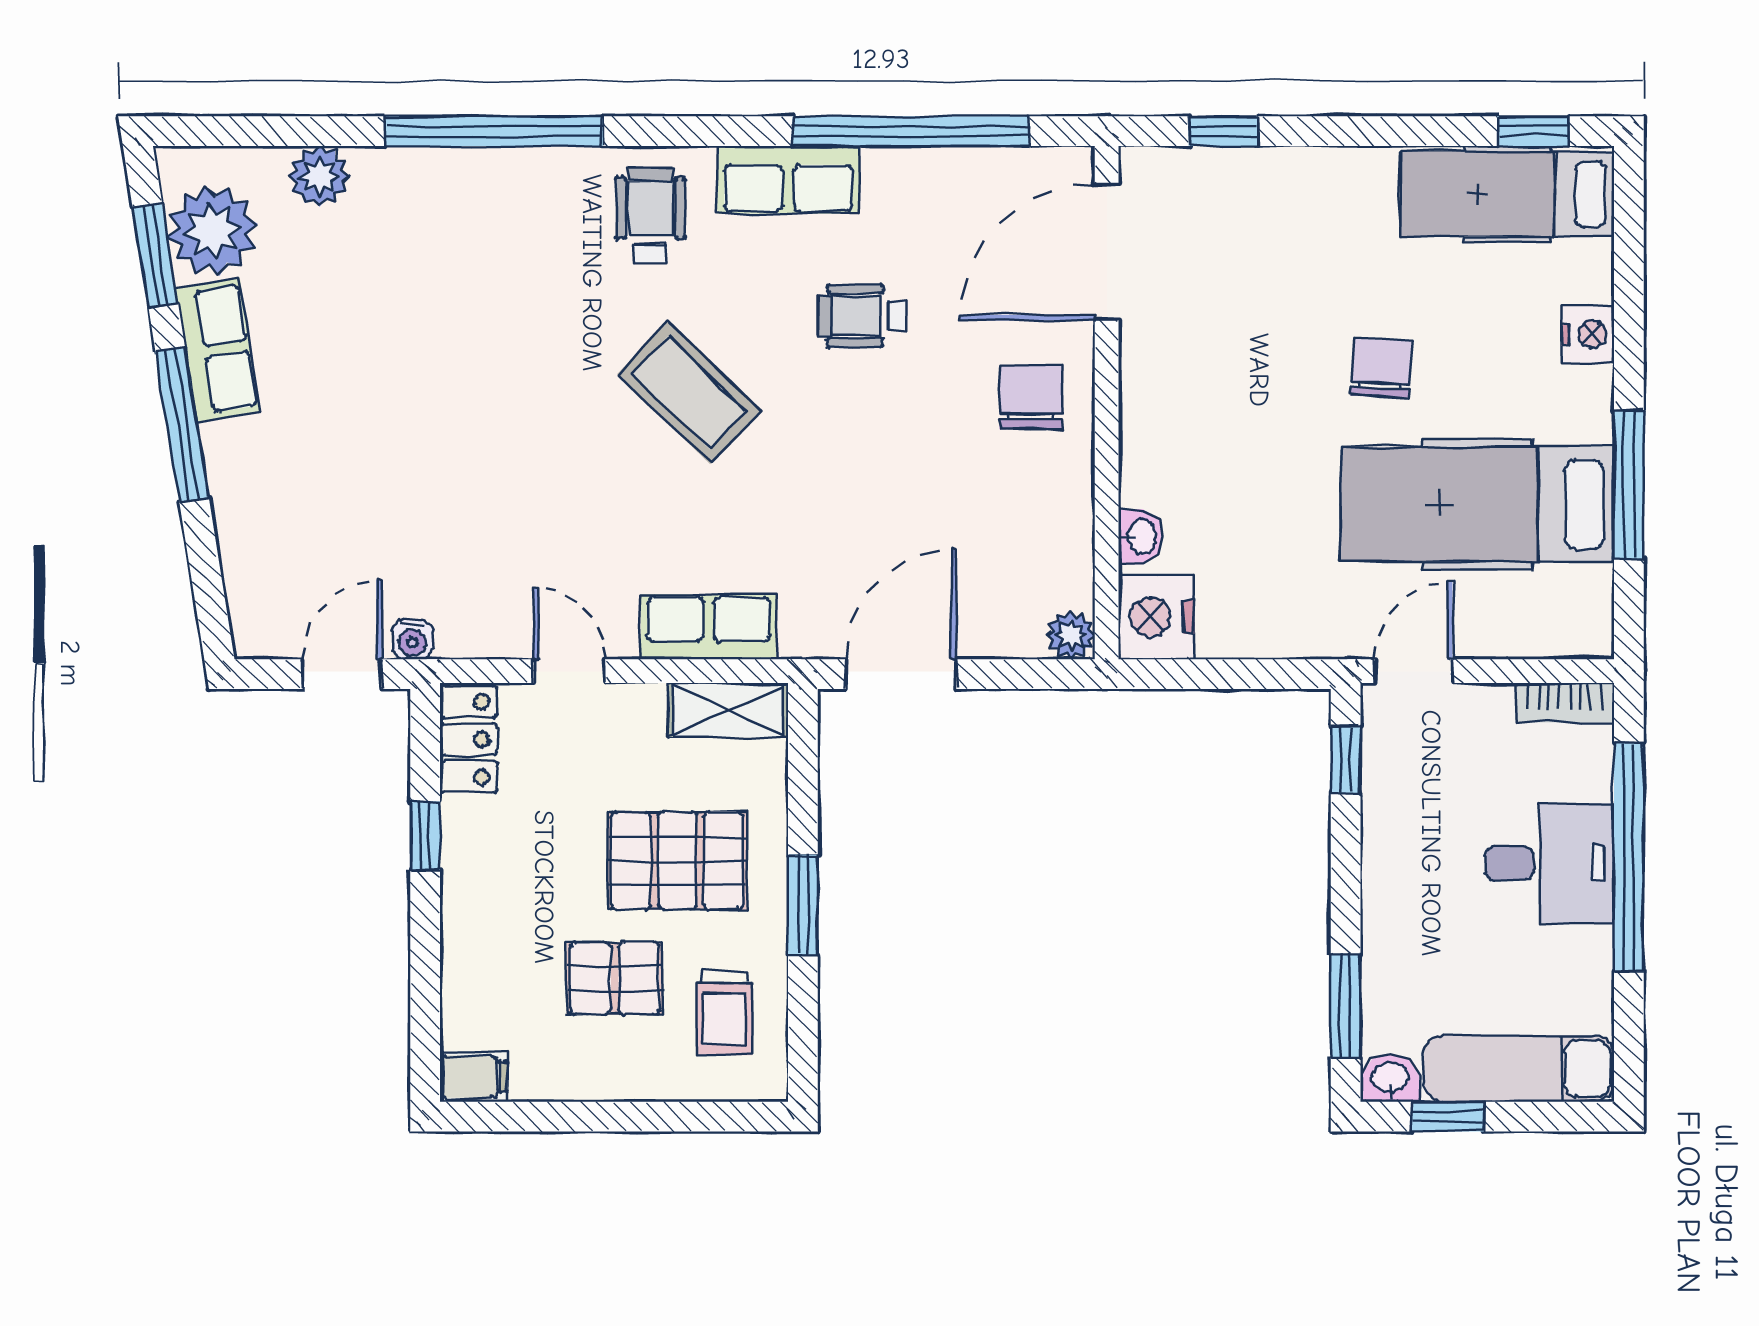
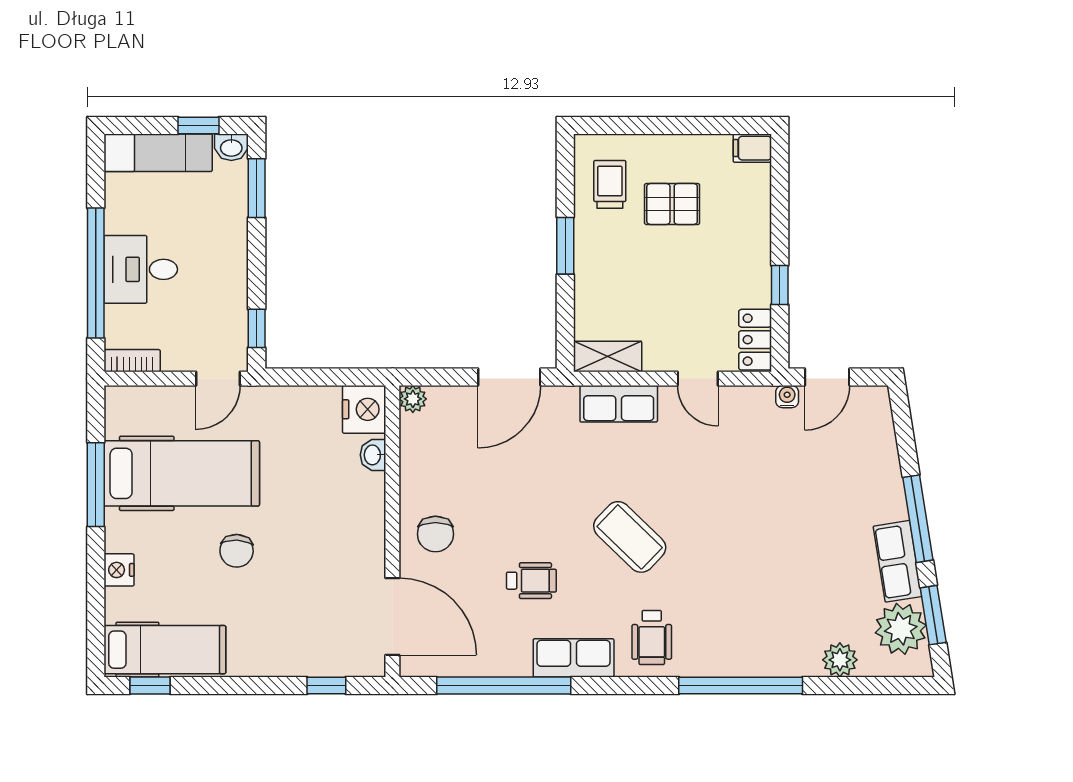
door: (1107, 252) -> (392, 617), hinge flipped
pallet: (677, 861) -> (637, 271), removed

